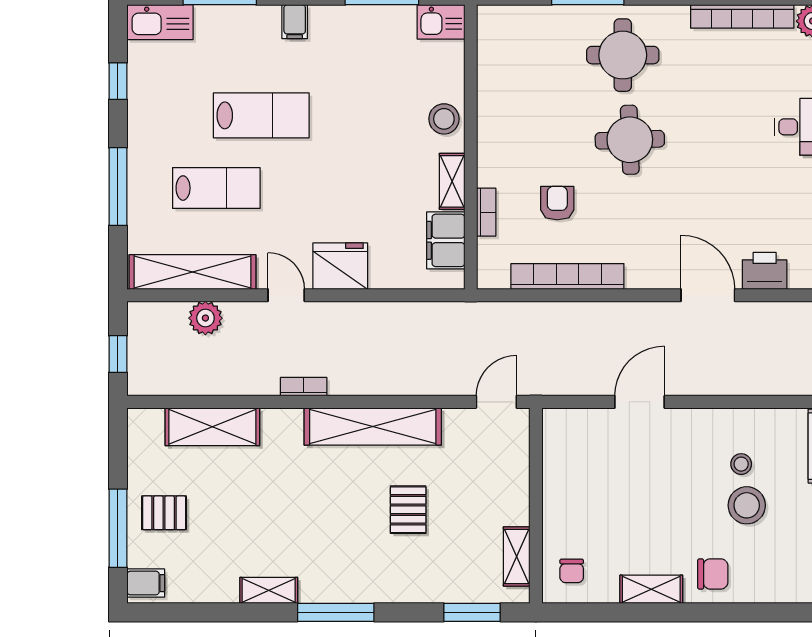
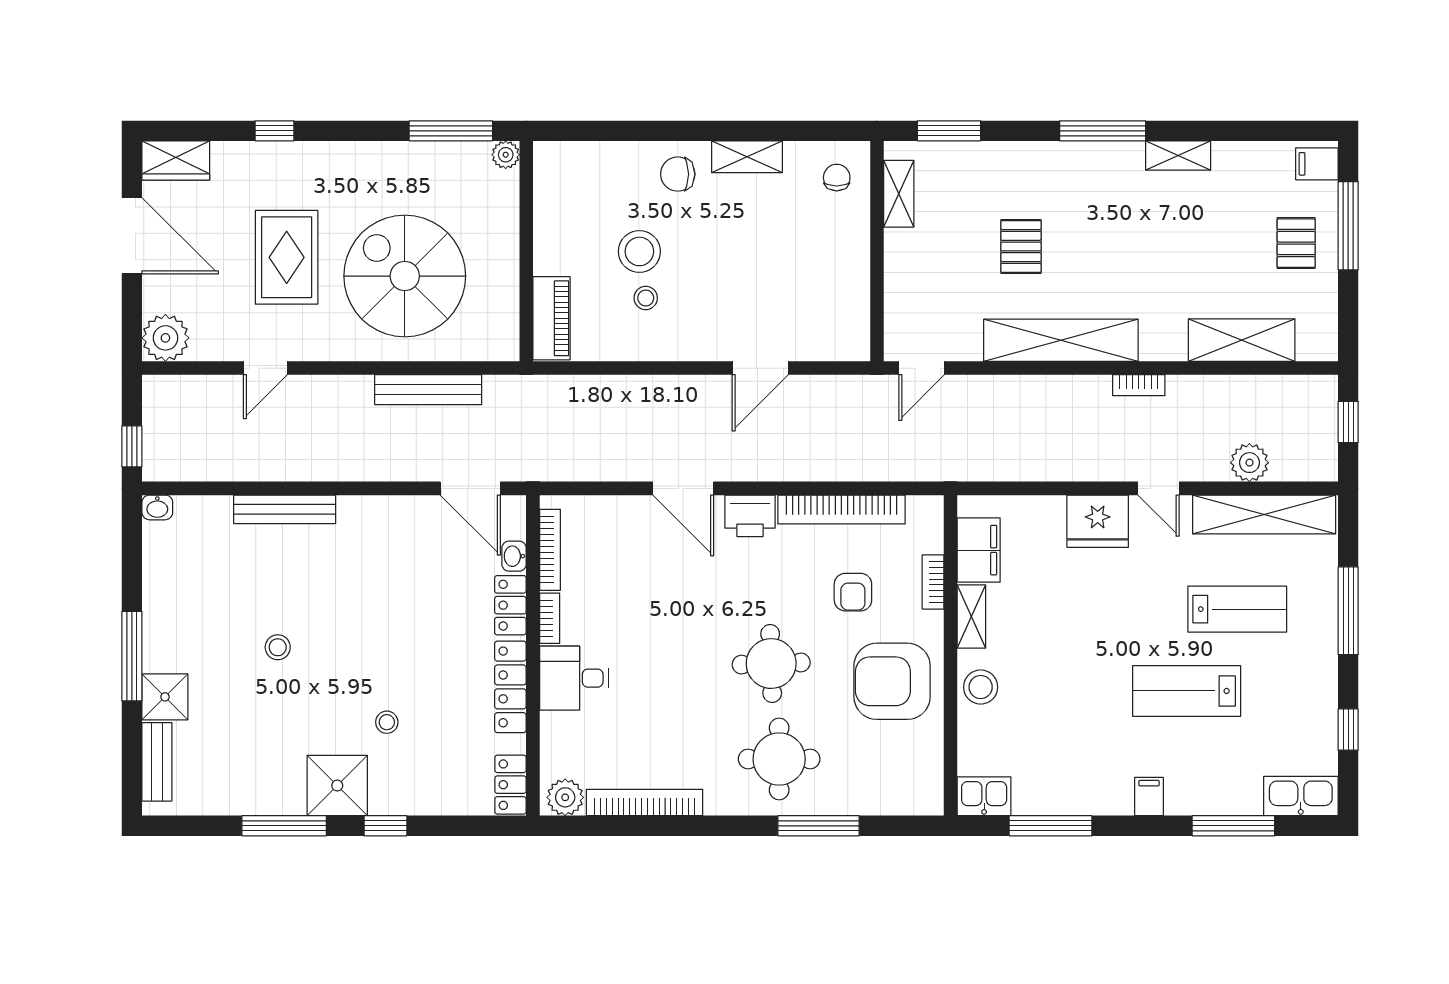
armchair: (523, 124) -> (892, 681), added
lab bench: (216, 188) -> (1237, 609), turned 180
printer: (765, 271) -> (750, 516), moved
pallet: (164, 513) -> (1296, 243), turned 90

